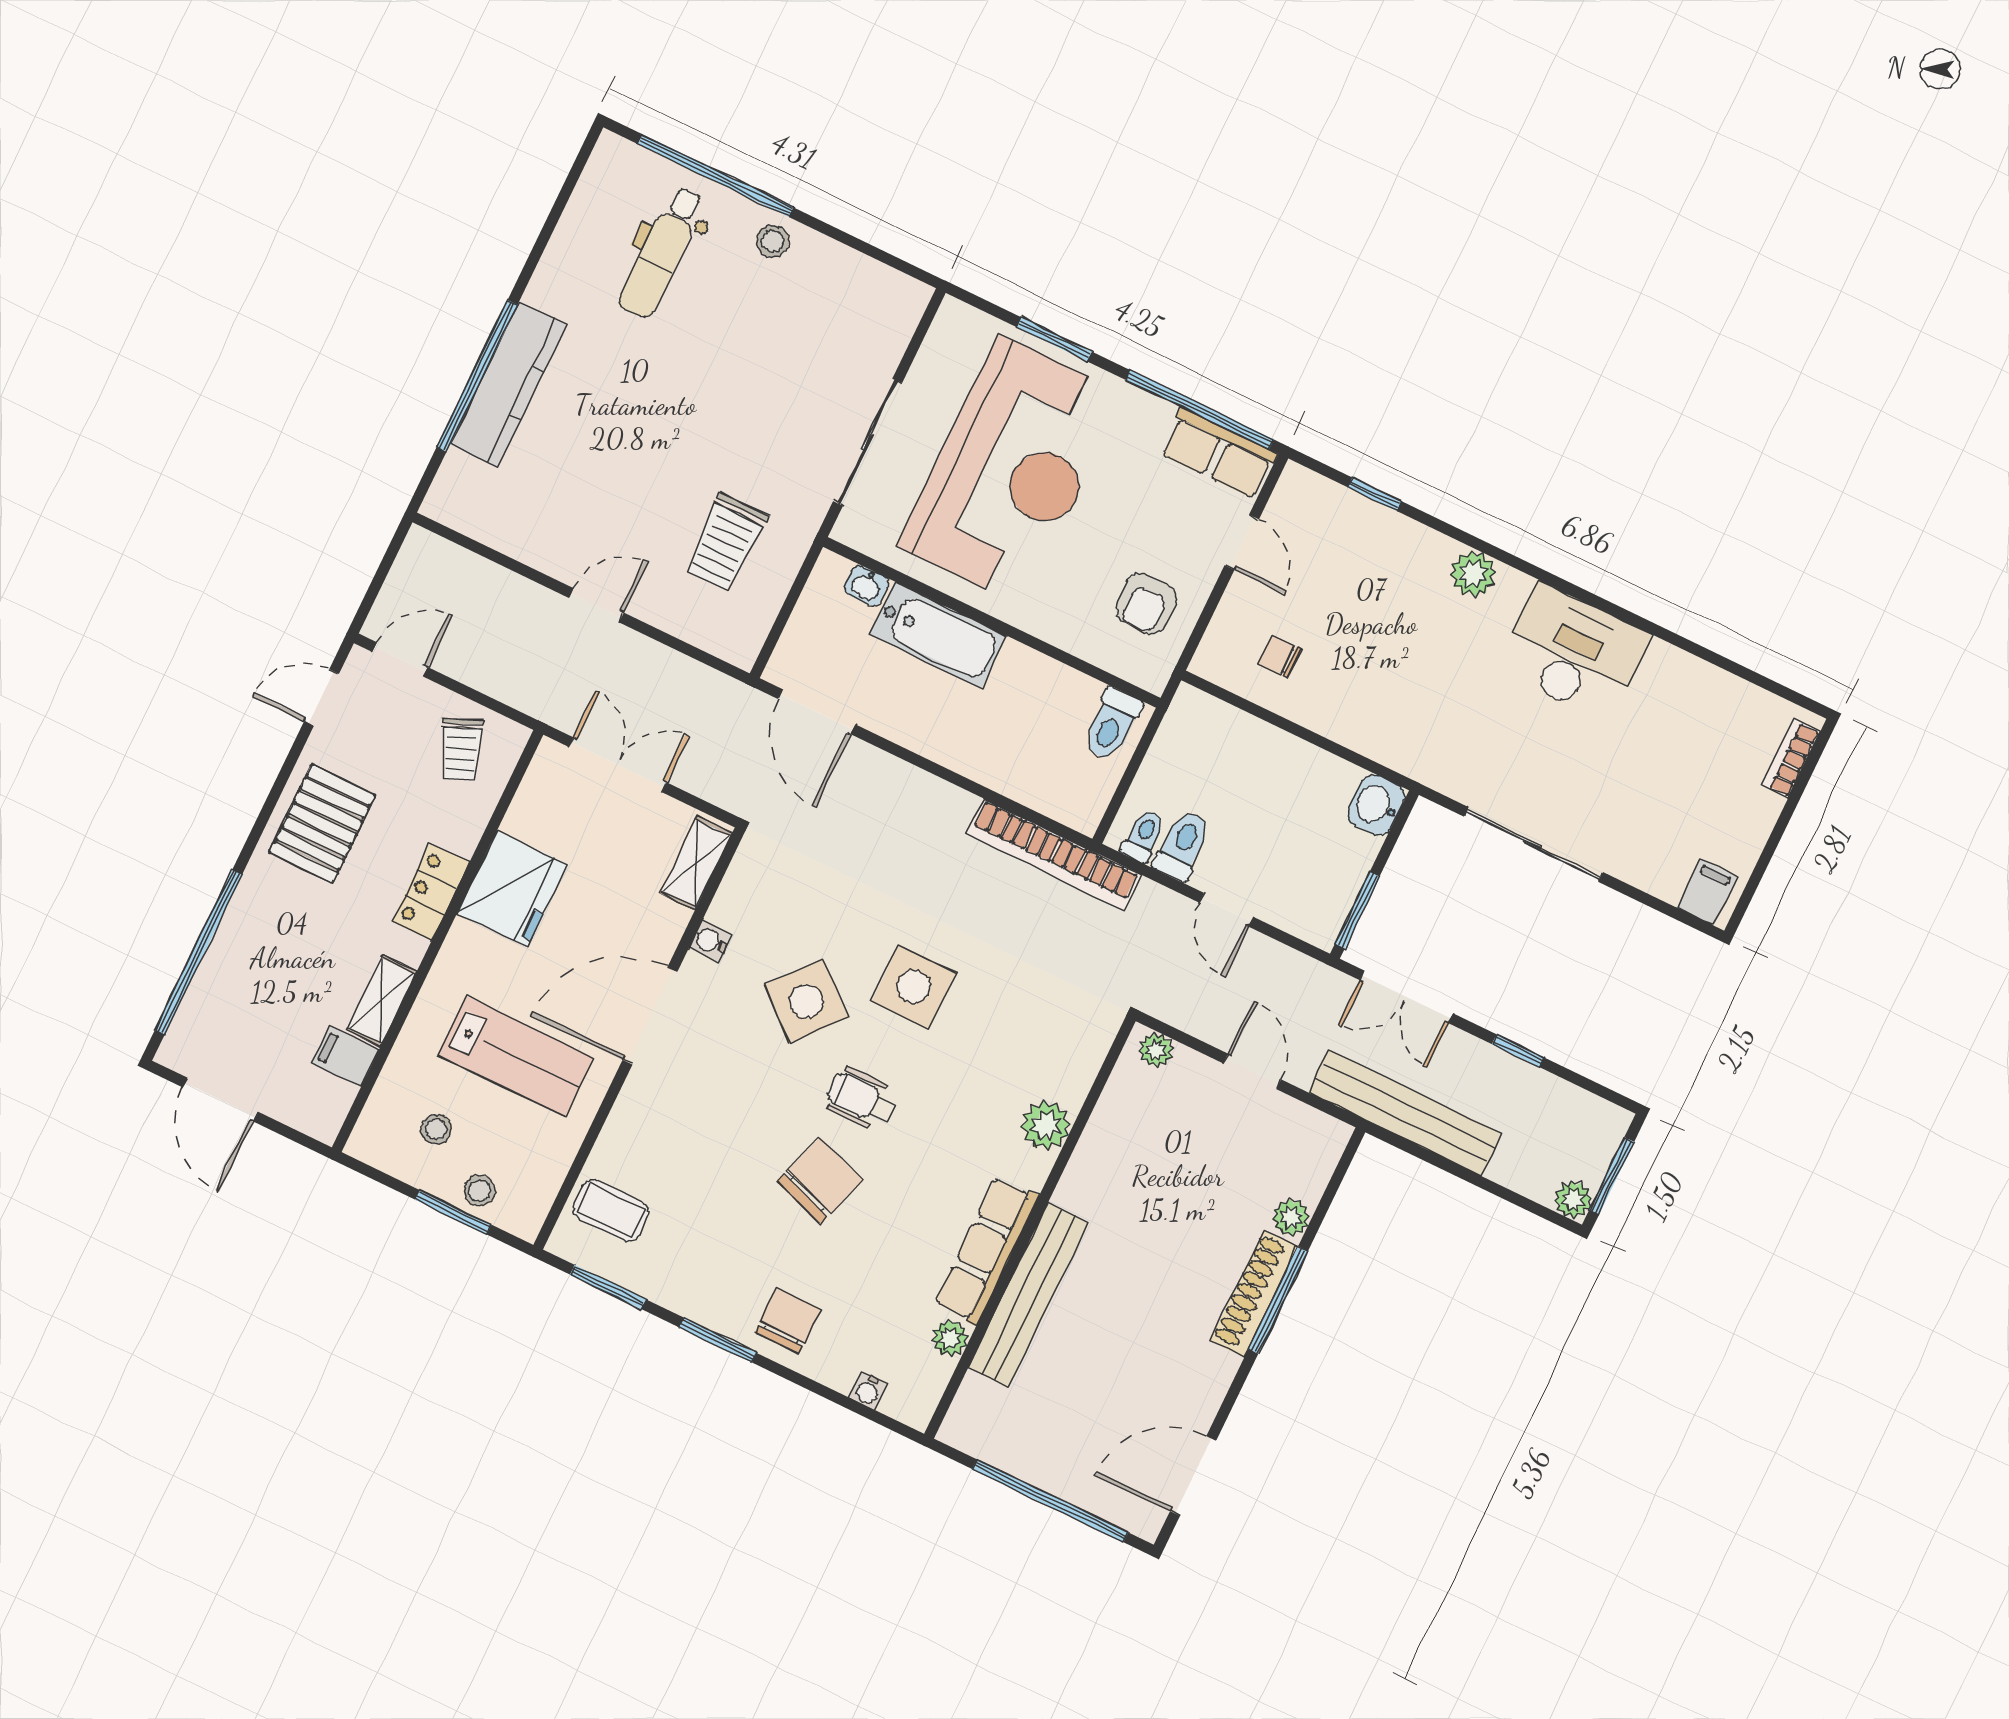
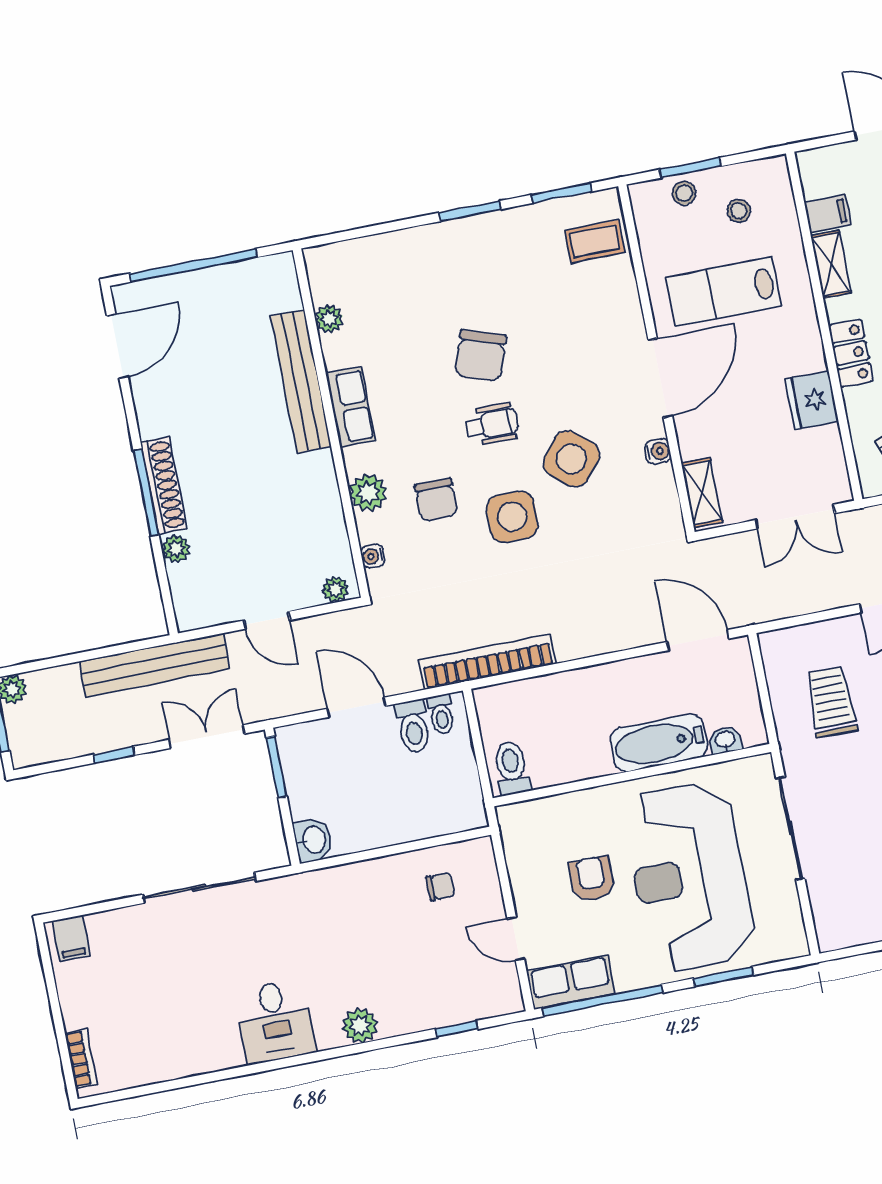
armchair: (1146, 604) -> (592, 879), moved
desk: (1574, 652) -> (275, 1021), width x0.73
fridge: (512, 889) -> (812, 400), width x0.73, depth x0.75
door: (1226, 910) -> (357, 707), width x1.38
row of seats: (987, 1250) -> (350, 407), width x0.68
chair: (788, 1321) -> (436, 500), moved
water cooler: (868, 1391) -> (373, 556), moved, turned -90

